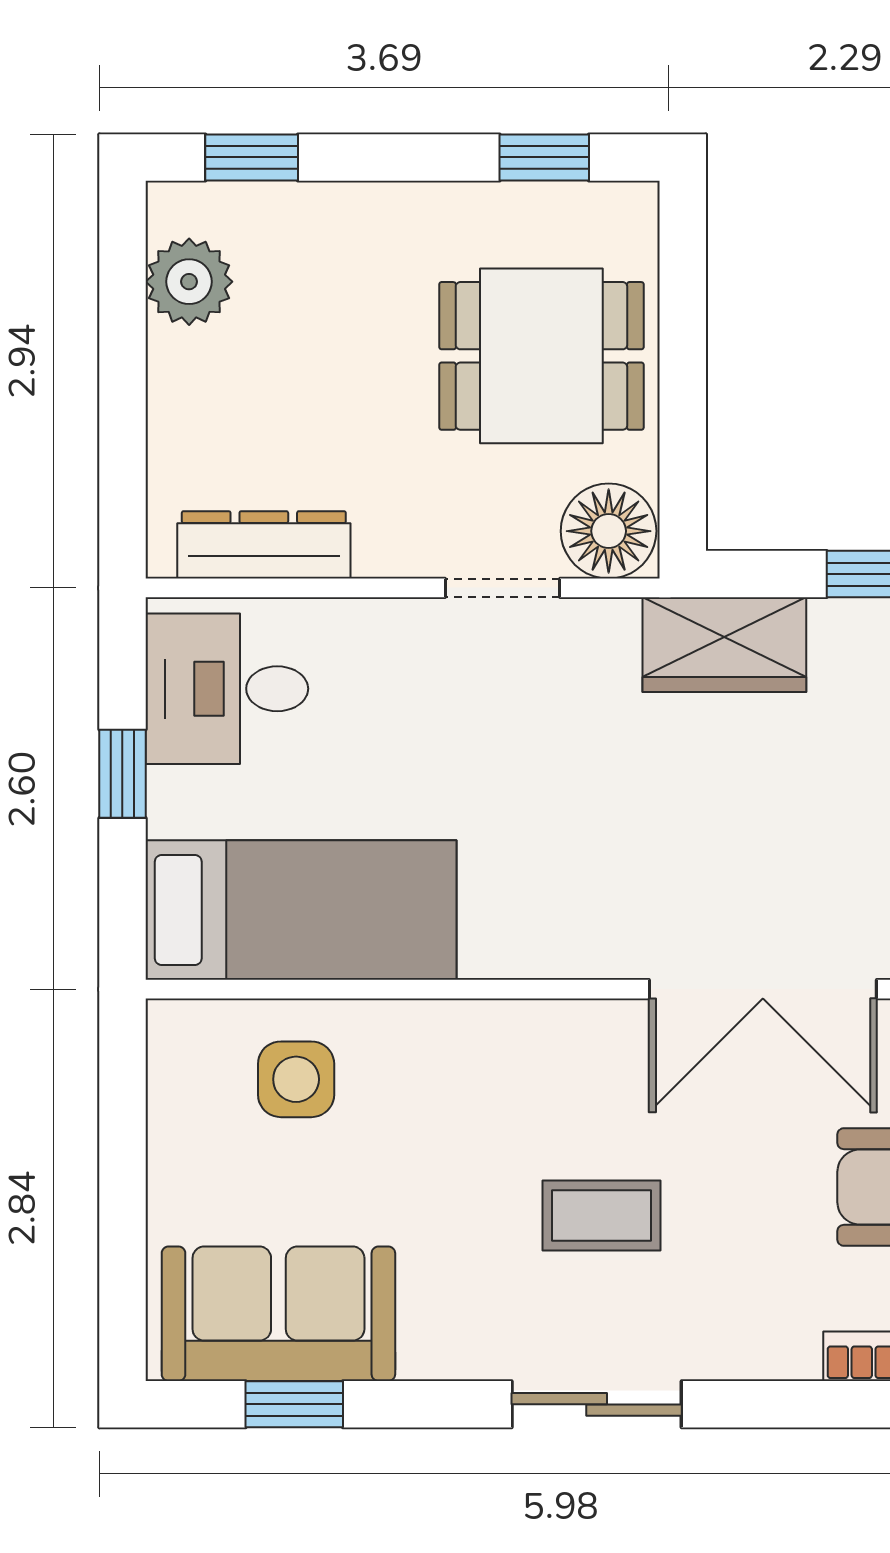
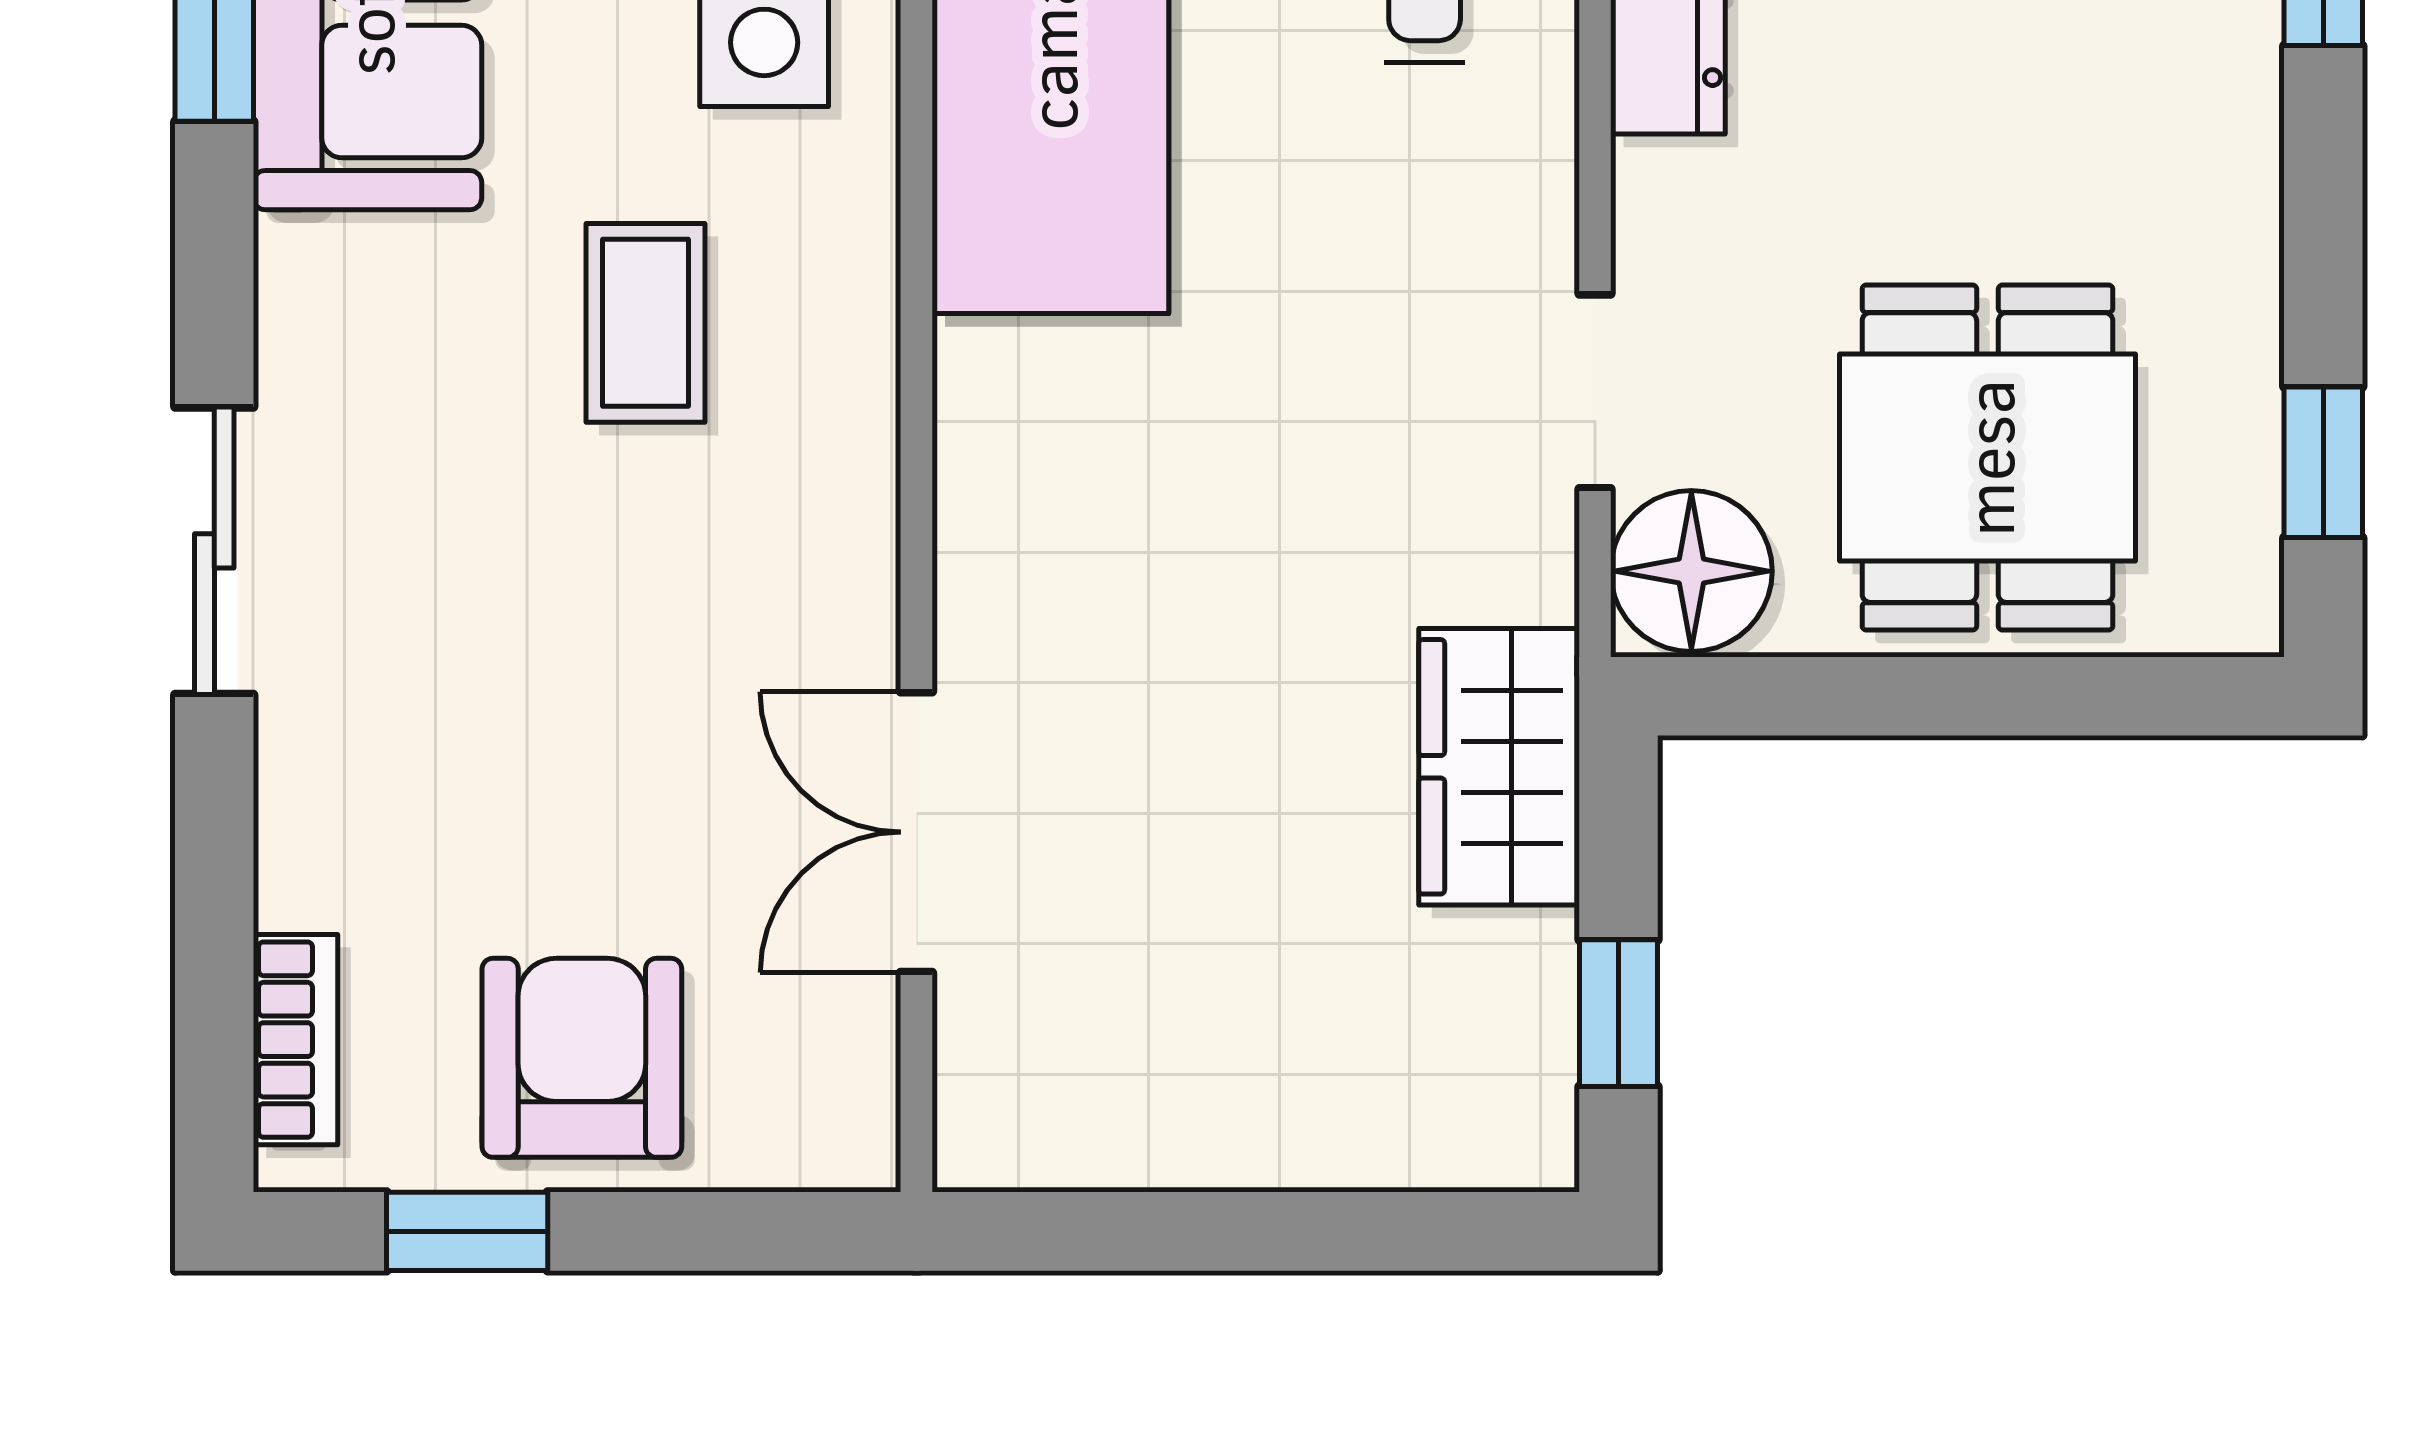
double door: (763, 989) -> (916, 832), width x0.73
coffee table: (602, 1216) -> (645, 323), moved

